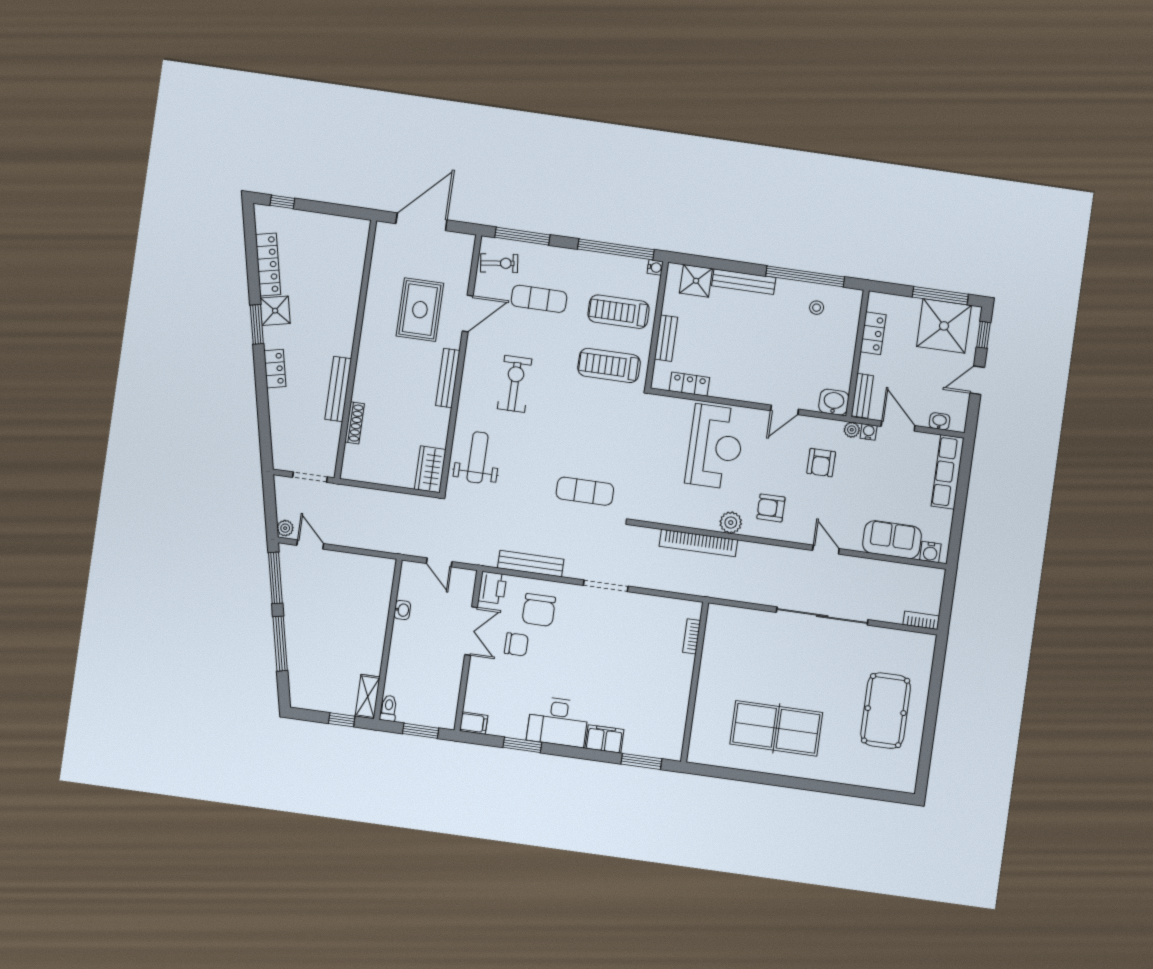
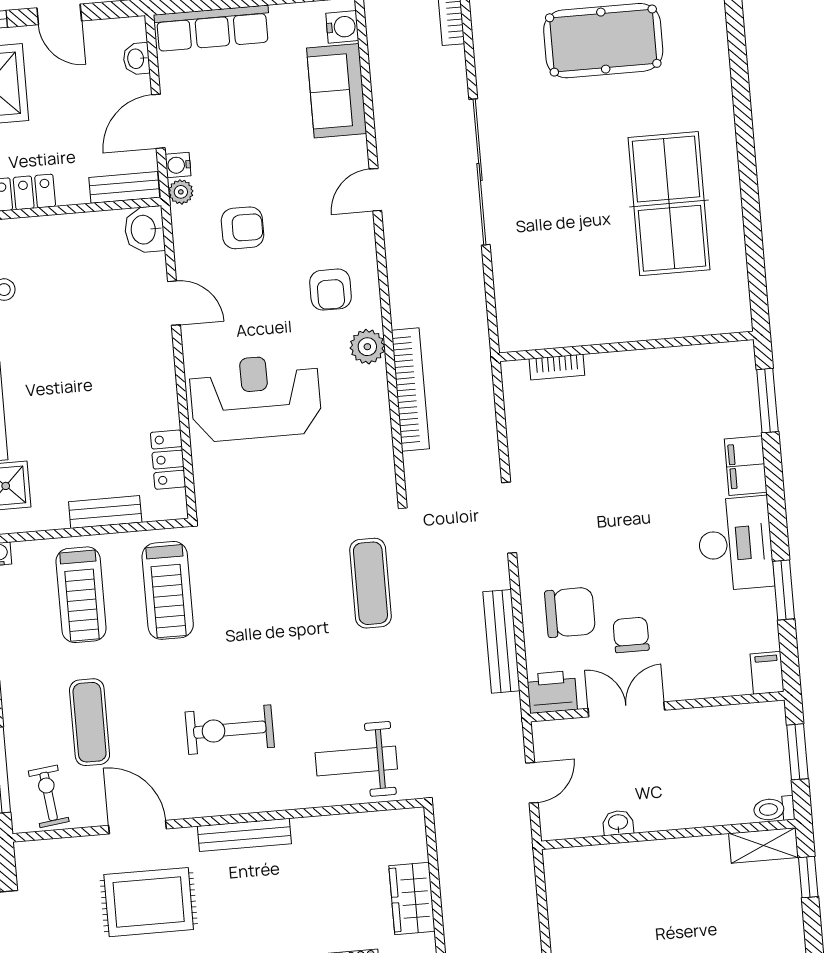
wardrobe: (430, 469) -> (412, 899), moved, turned 90

